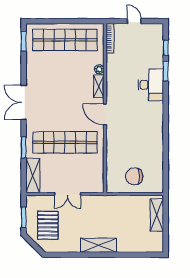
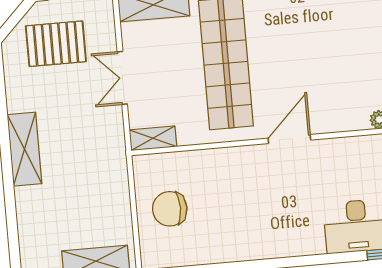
shelving: (99, 86) -> (153, 138), moved
chair: (134, 176) -> (170, 209), turned -90

